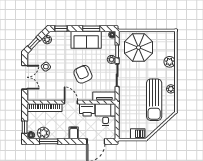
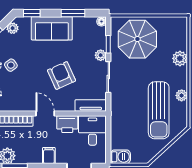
sofa: (86, 40) -> (52, 28), moved
barbecue: (138, 134) -> (120, 157), moved

